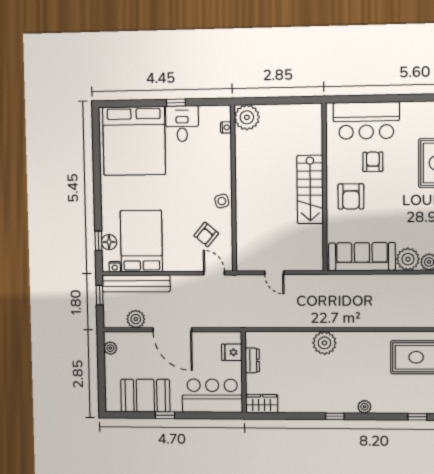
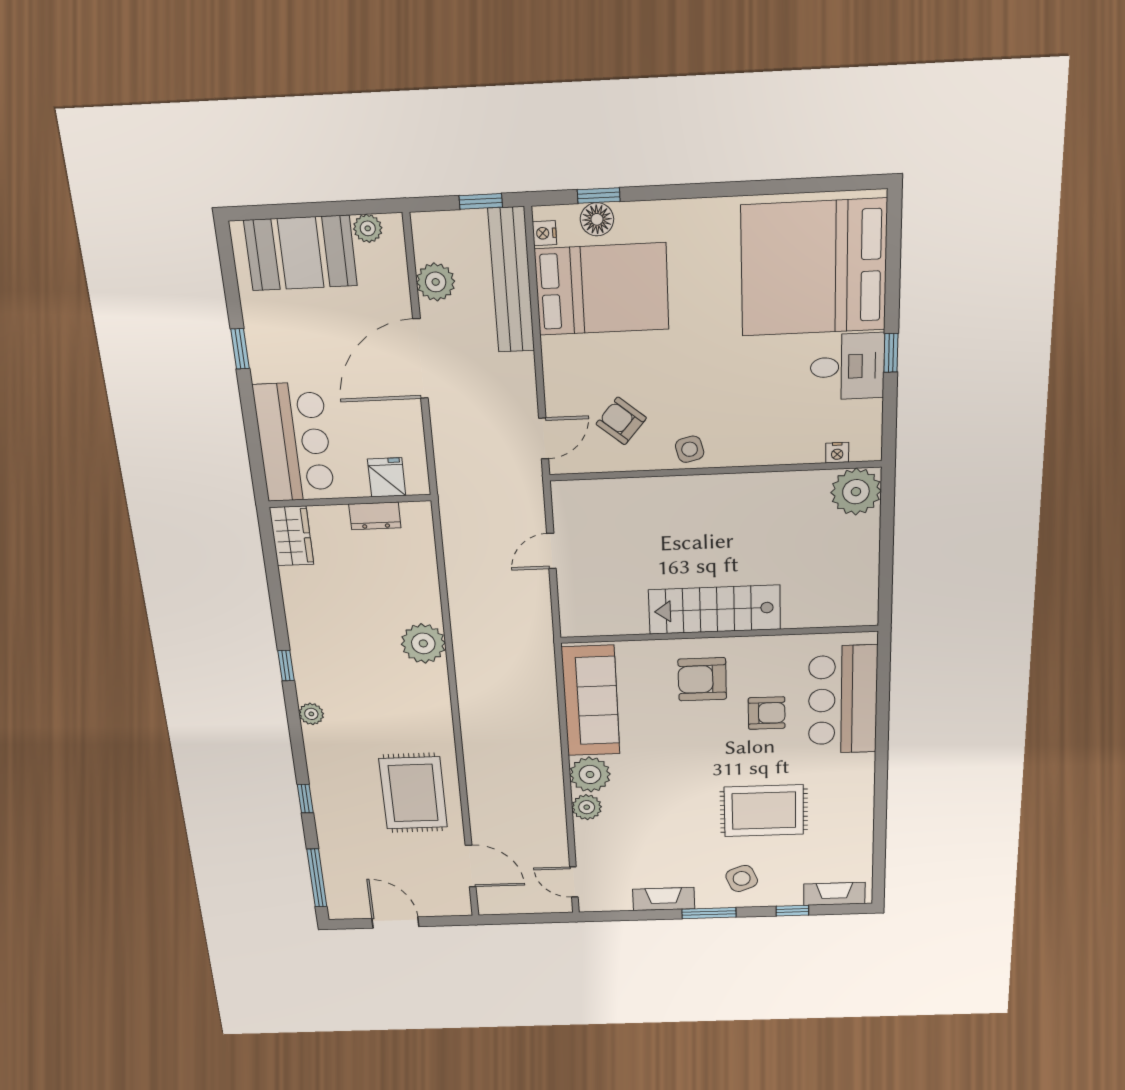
booth: (145, 396) -> (301, 253), moved, turned 90

